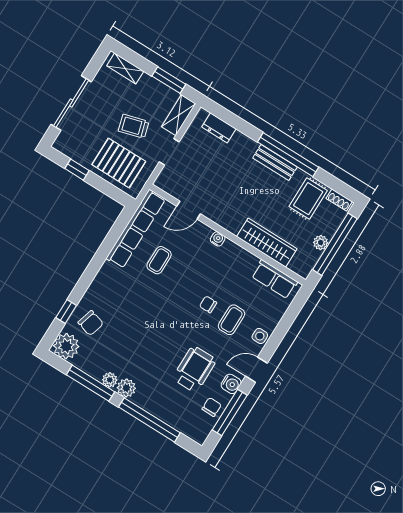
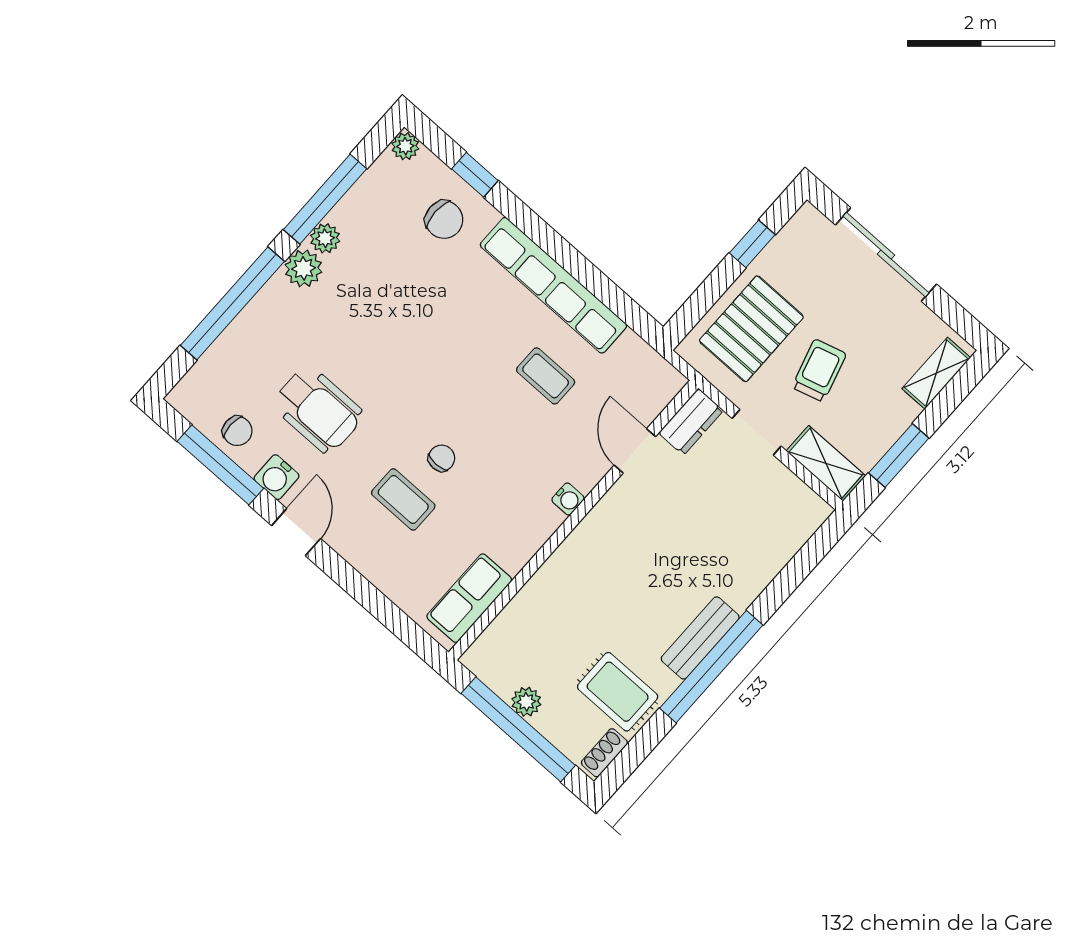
dresser: (219, 128) -> (691, 422), moved, turned 180
row of seats: (136, 229) -> (553, 285), moved
wardrobe: (267, 243) -> (544, 595), removed
chair: (91, 323) -> (444, 220), turned -106
side table: (260, 336) -> (362, 550), removed
plant: (66, 346) -> (405, 146), width x0.53, depth x0.53

